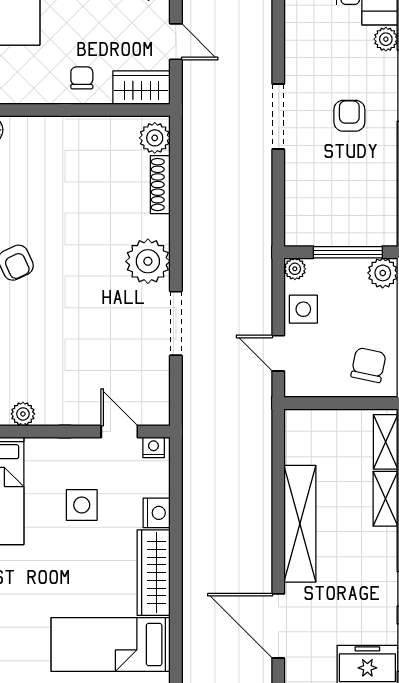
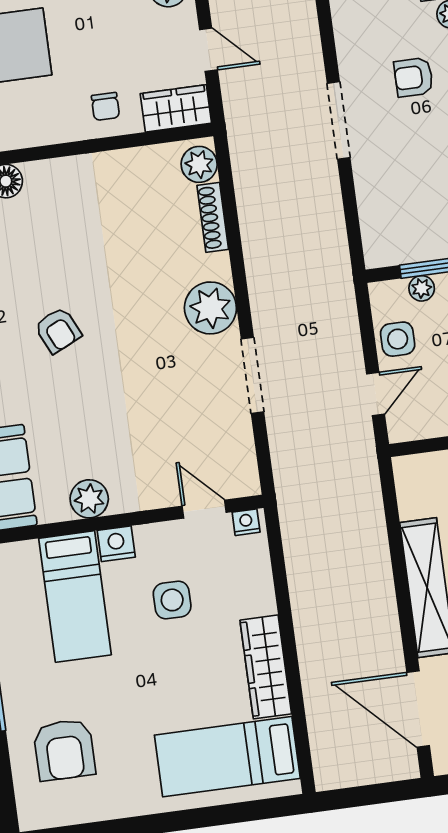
chair: (82, 78) -> (105, 106), turned 180
armchair: (349, 116) -> (414, 77), moved, turned -90
plant: (295, 269) -> (422, 288), moved
door: (278, 353) -> (376, 394), swing flipped
plant: (23, 414) -> (89, 499), width x1.38, depth x1.38
nightstand: (157, 513) -> (116, 544), moved, turned -90

